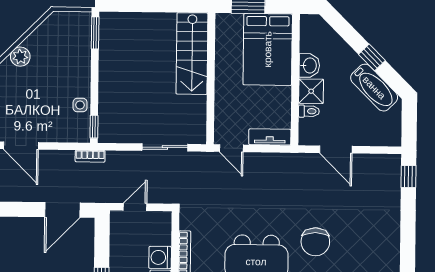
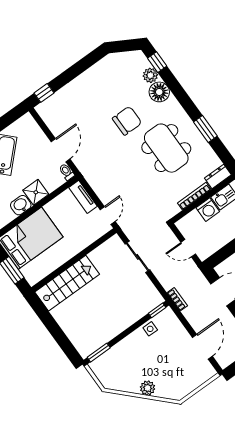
toilet: (309, 111) -> (67, 172), moved

